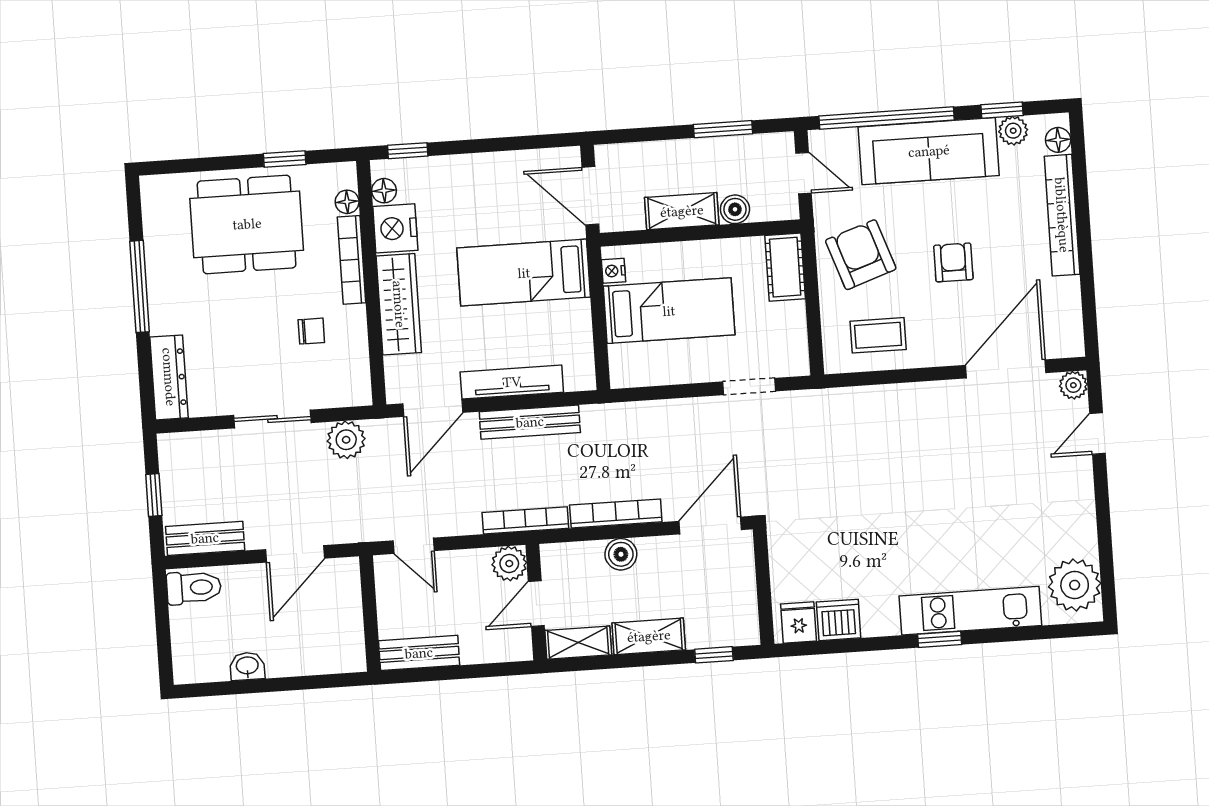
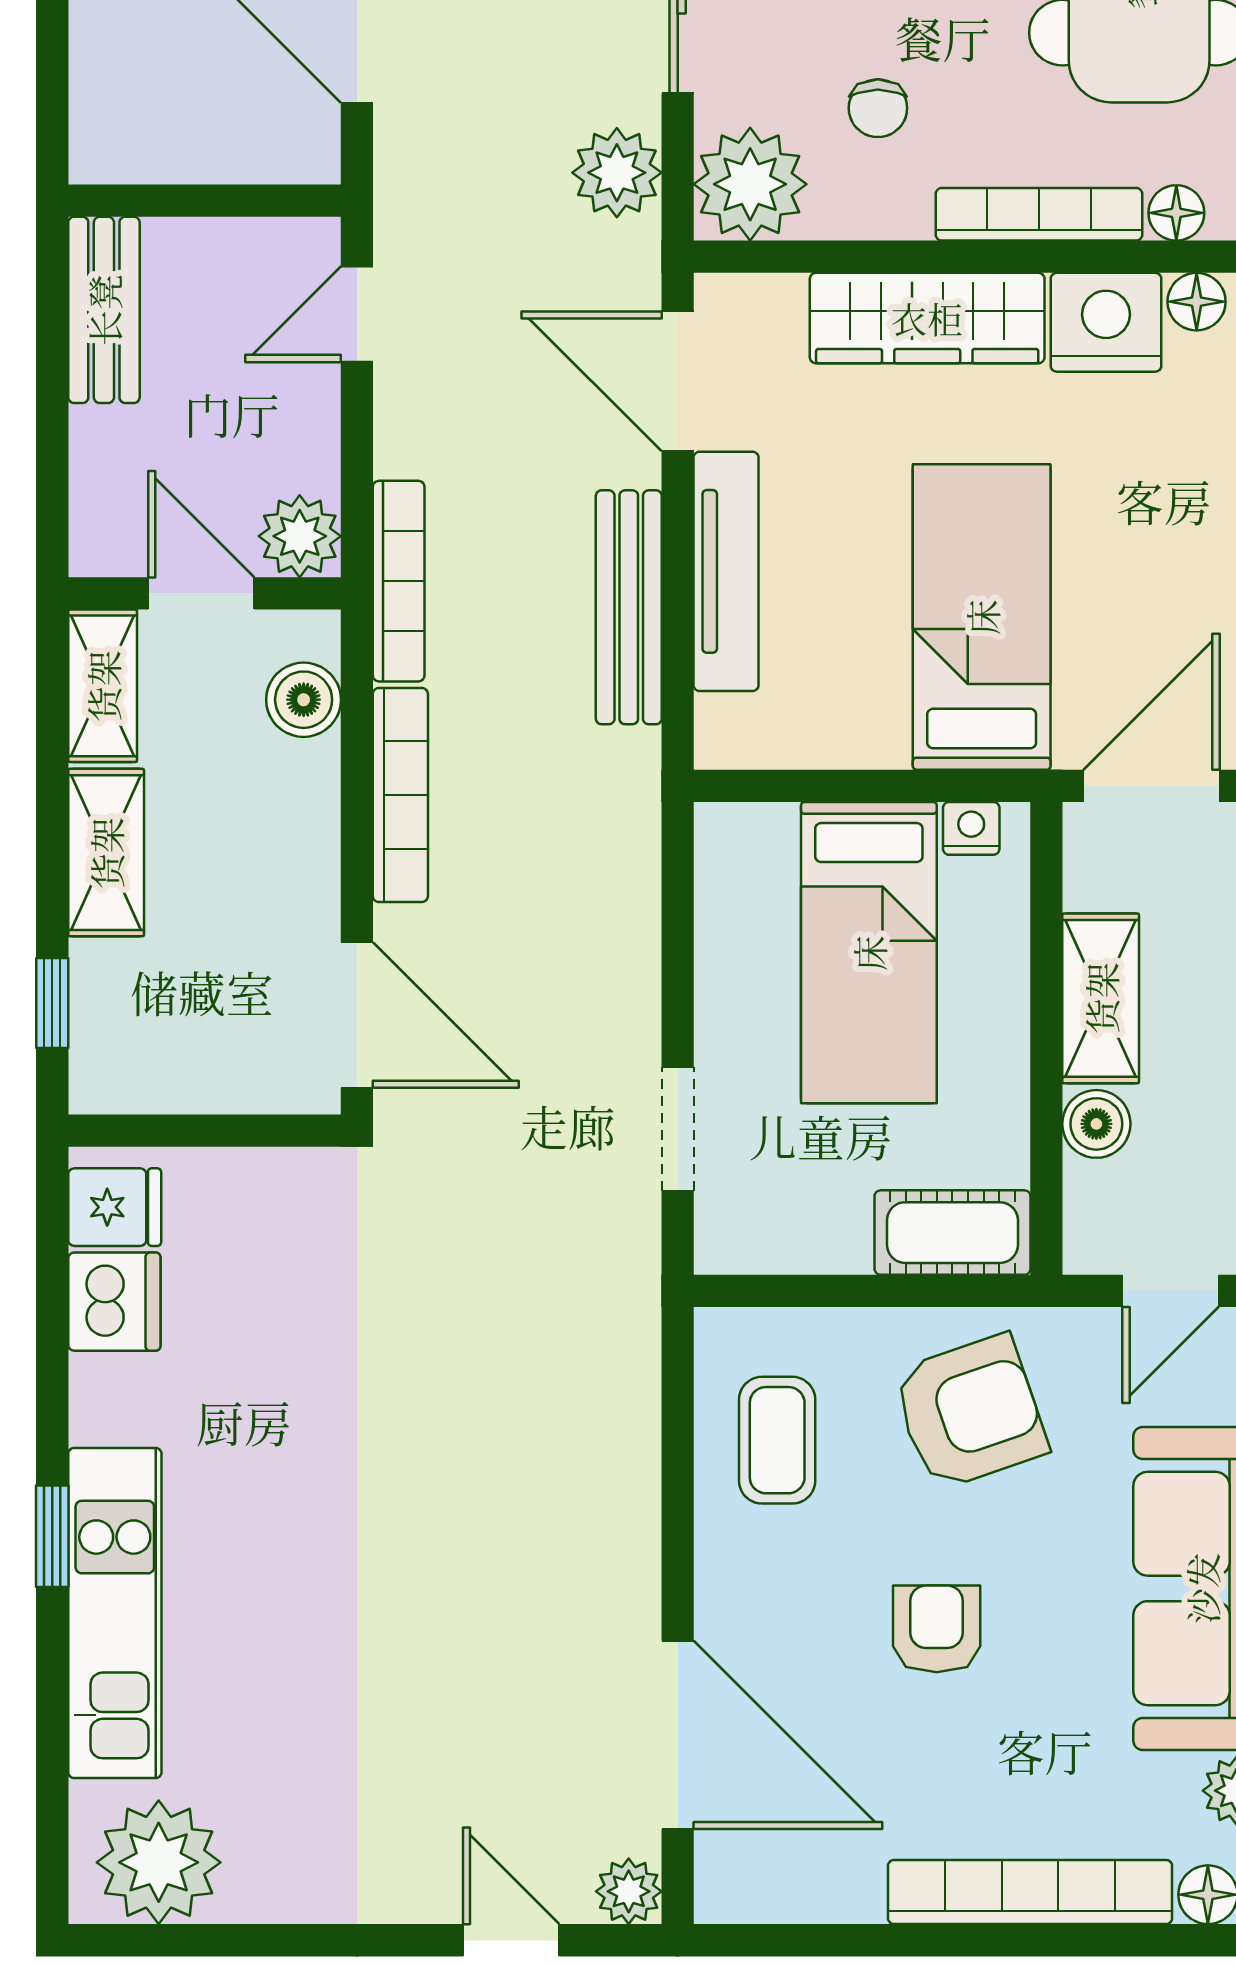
armchair: (953, 262) -> (937, 1629), turned -90
plant: (347, 383) -> (750, 184), added
boiler: (621, 554) -> (304, 700), moved

